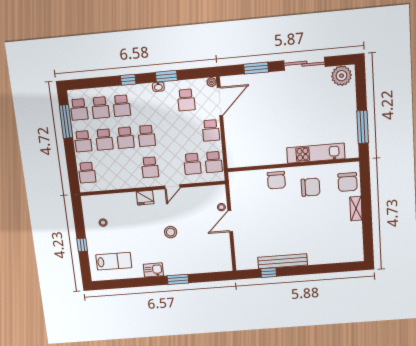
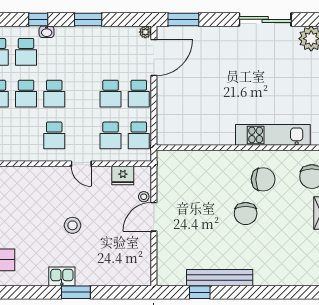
window: (256, 68) -> (183, 19), moved
washbasin: (158, 87) -> (47, 32), moved
school desk: (186, 100) -> (111, 94), moved
chair: (276, 180) -> (246, 213), moved
door: (172, 187) -> (81, 164), hinge flipped
fridge: (145, 198) -> (123, 176), moved
kitchen sink: (153, 270) -> (62, 276), moved

